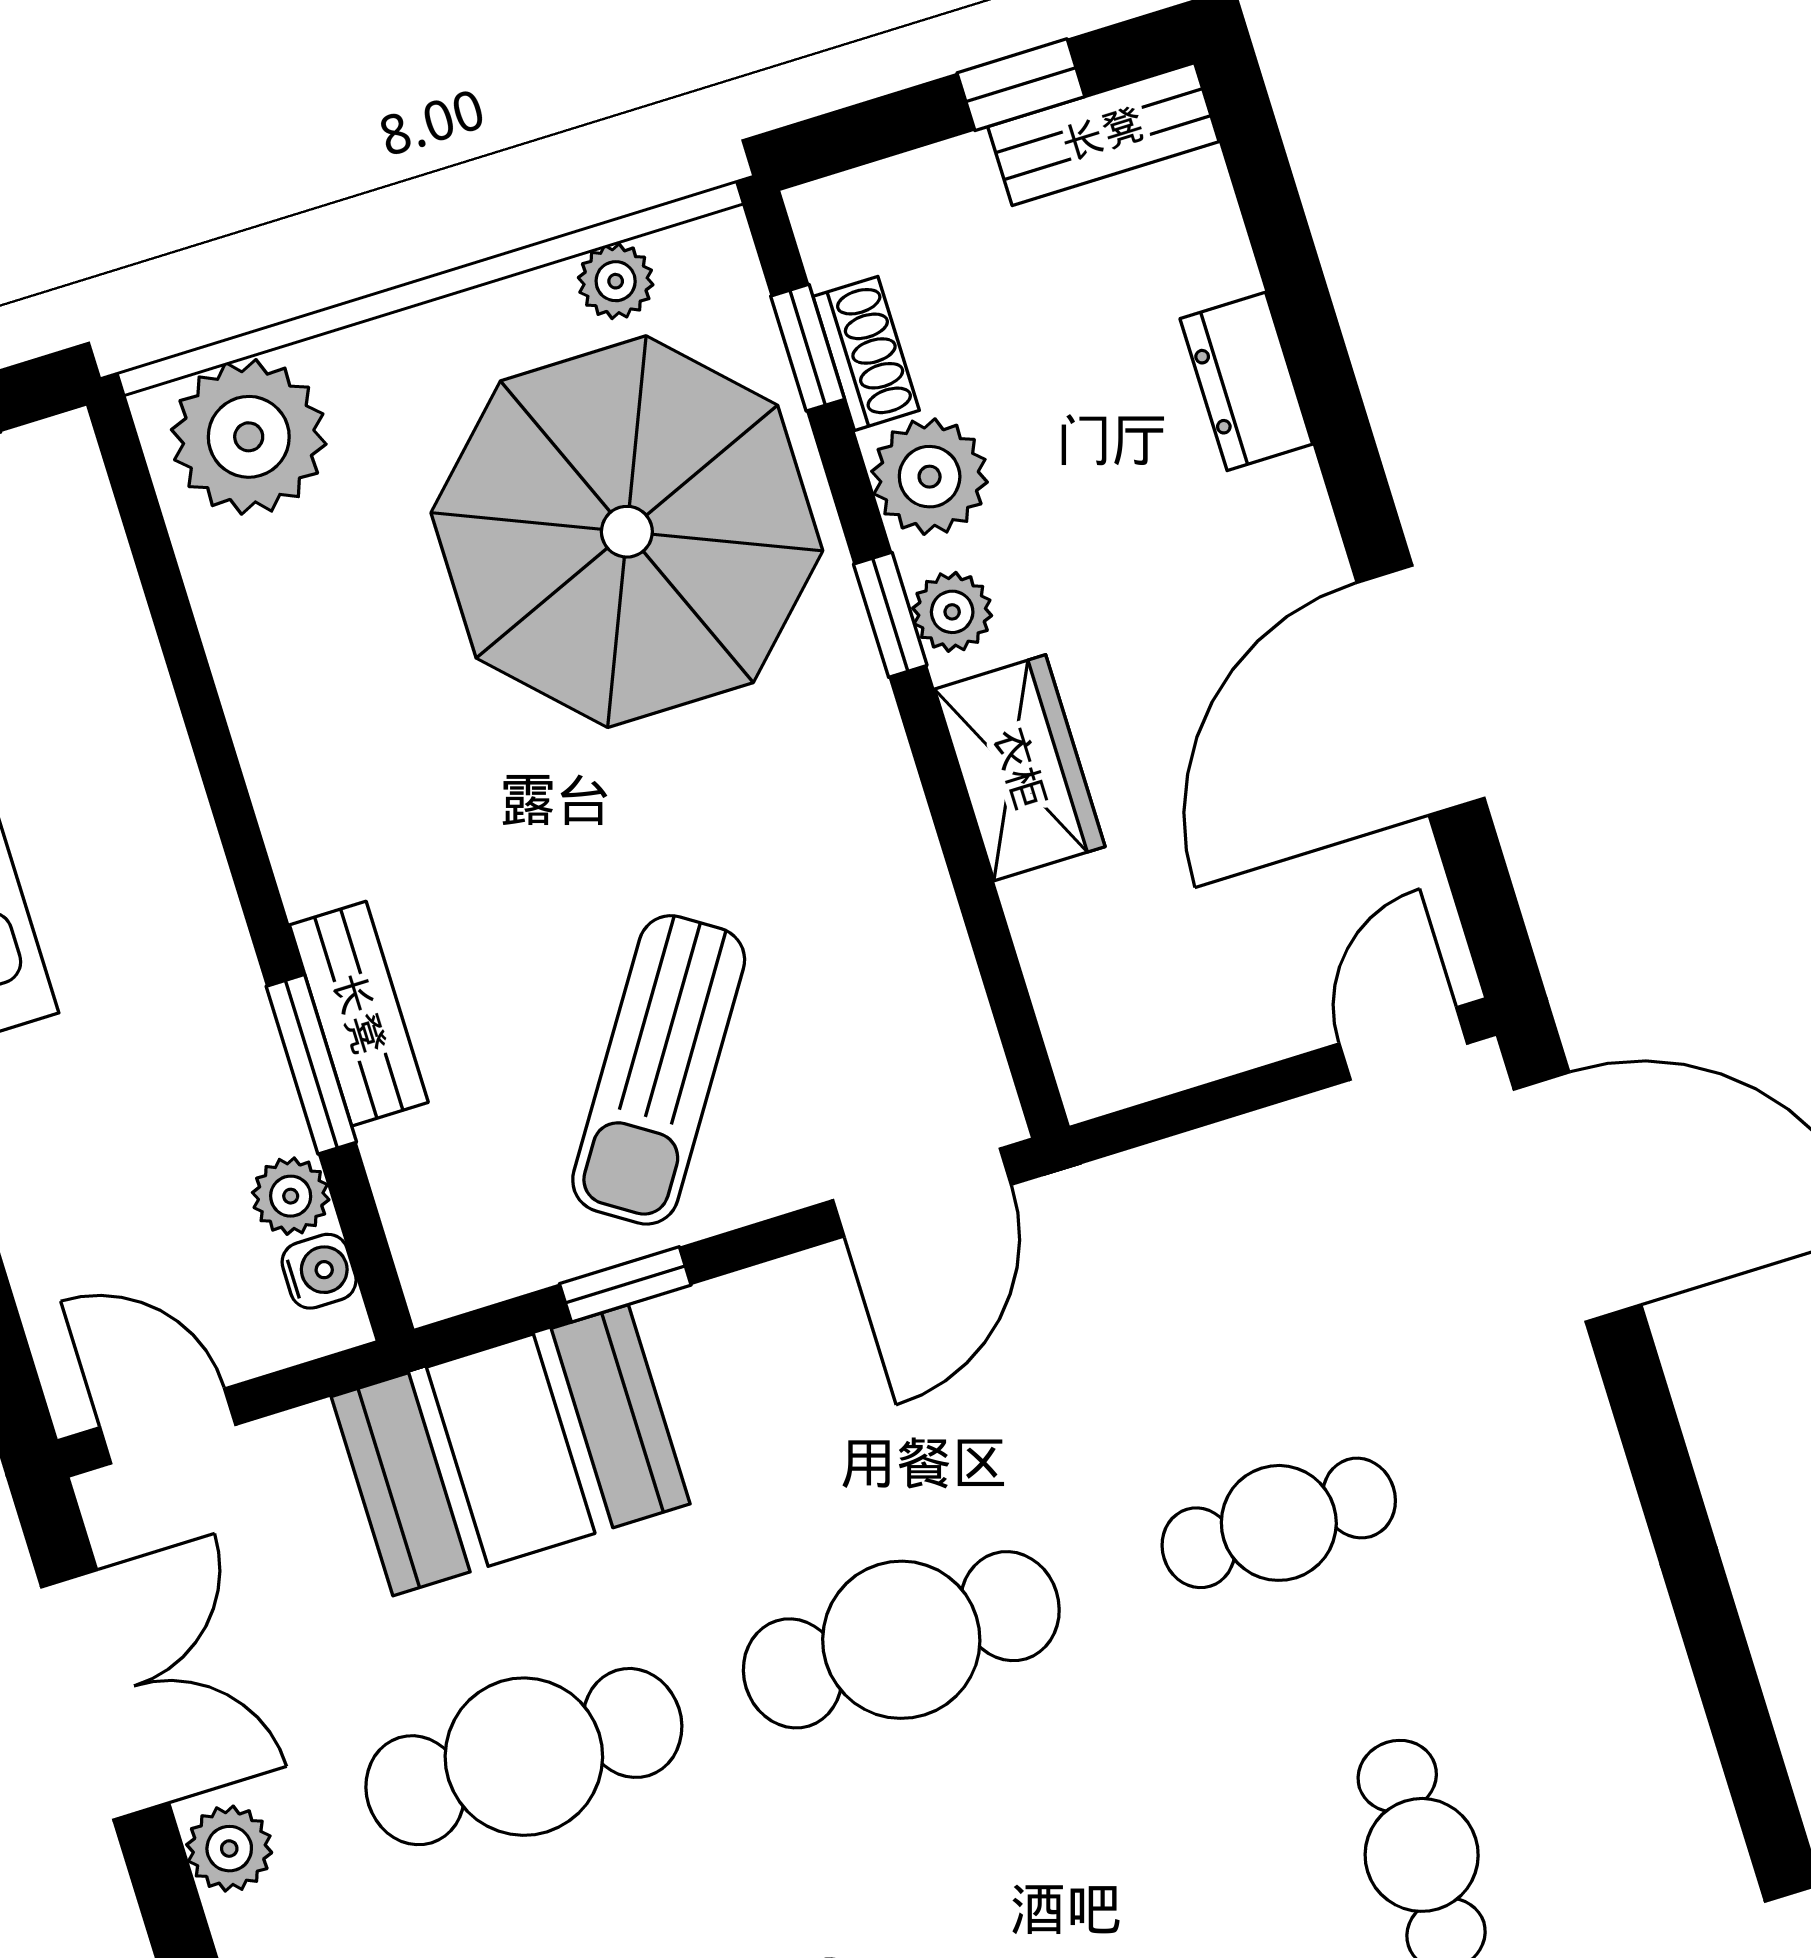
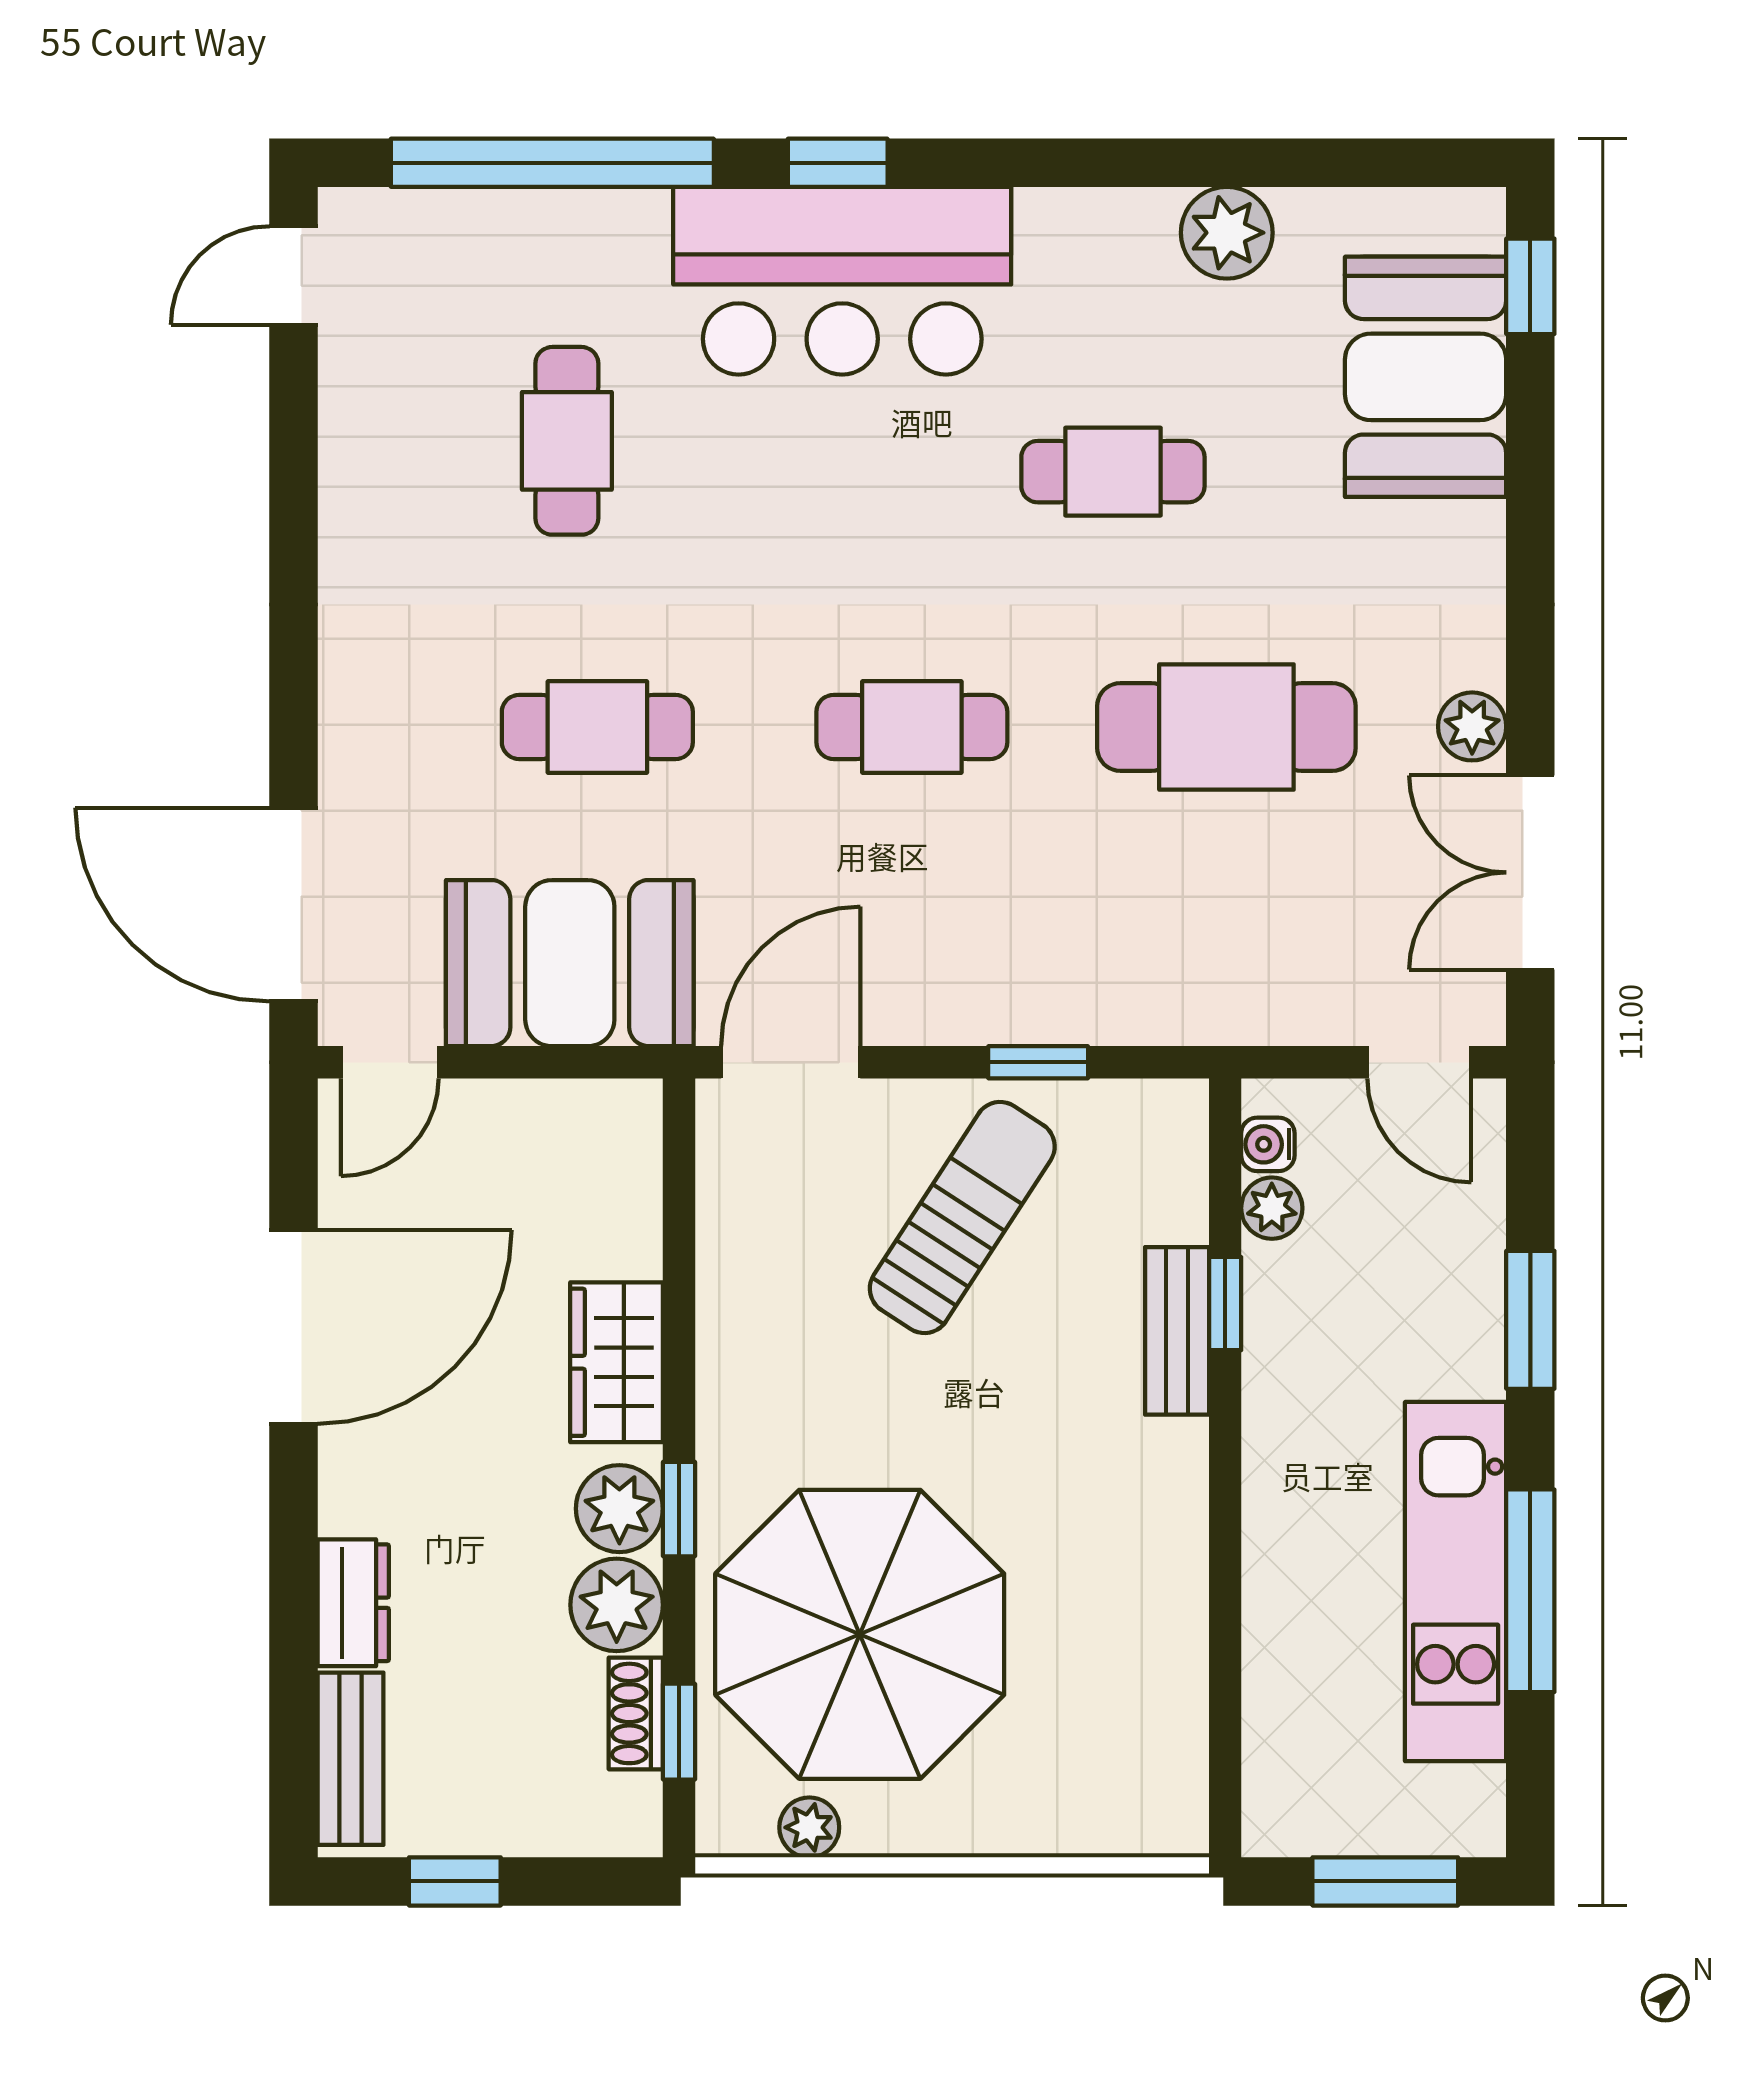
bench: (1103, 134) -> (350, 1759), moved, turned 90
plant: (249, 437) -> (1125, 1795), removed
plant: (952, 612) -> (619, 1509), width x1.38, depth x1.38
window: (311, 1064) -> (1225, 1304), width x0.67
booth: (511, 1450) -> (570, 963), moved
cafe table: (901, 1640) -> (912, 727), width x0.73, depth x0.74

